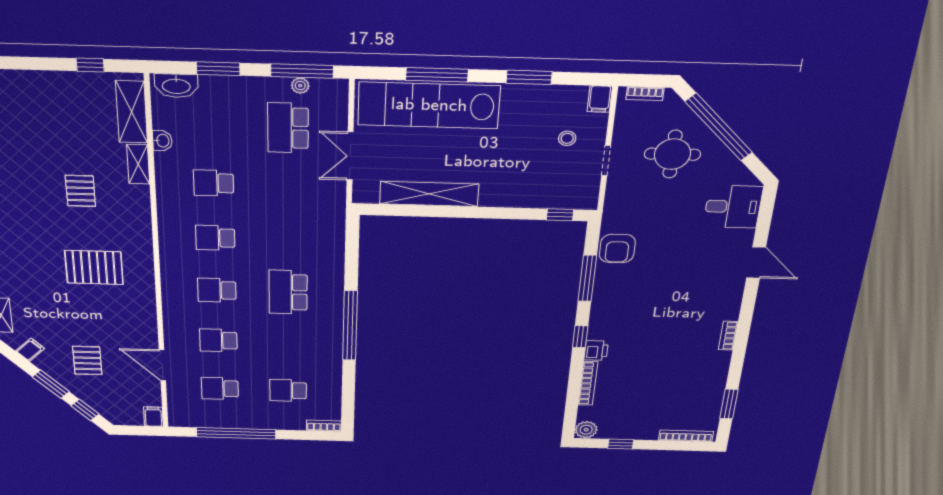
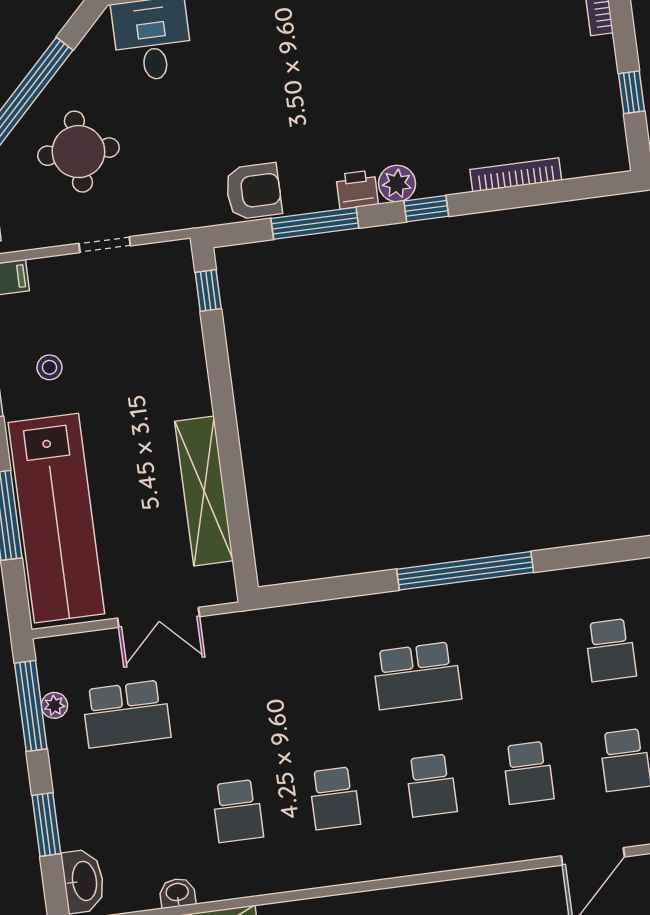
stool: (567, 138) -> (49, 367), moved
printer: (596, 350) -> (357, 190), moved
plant: (586, 430) -> (397, 184), moved

